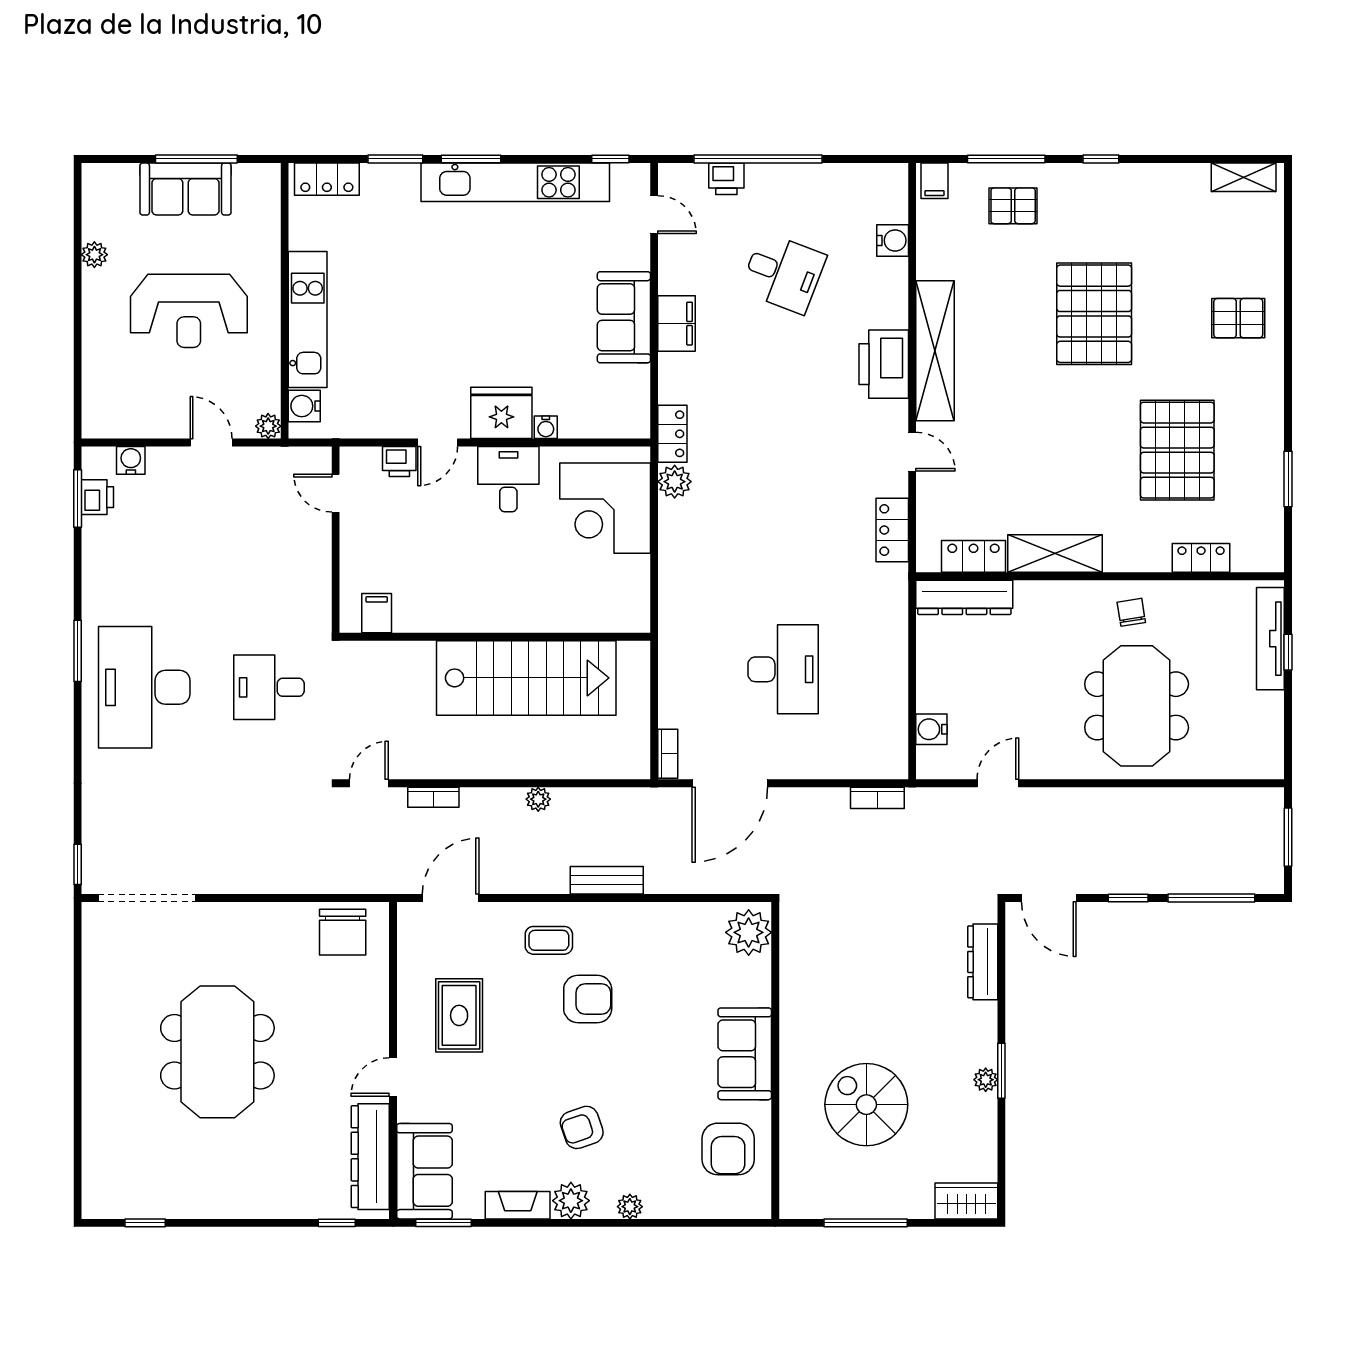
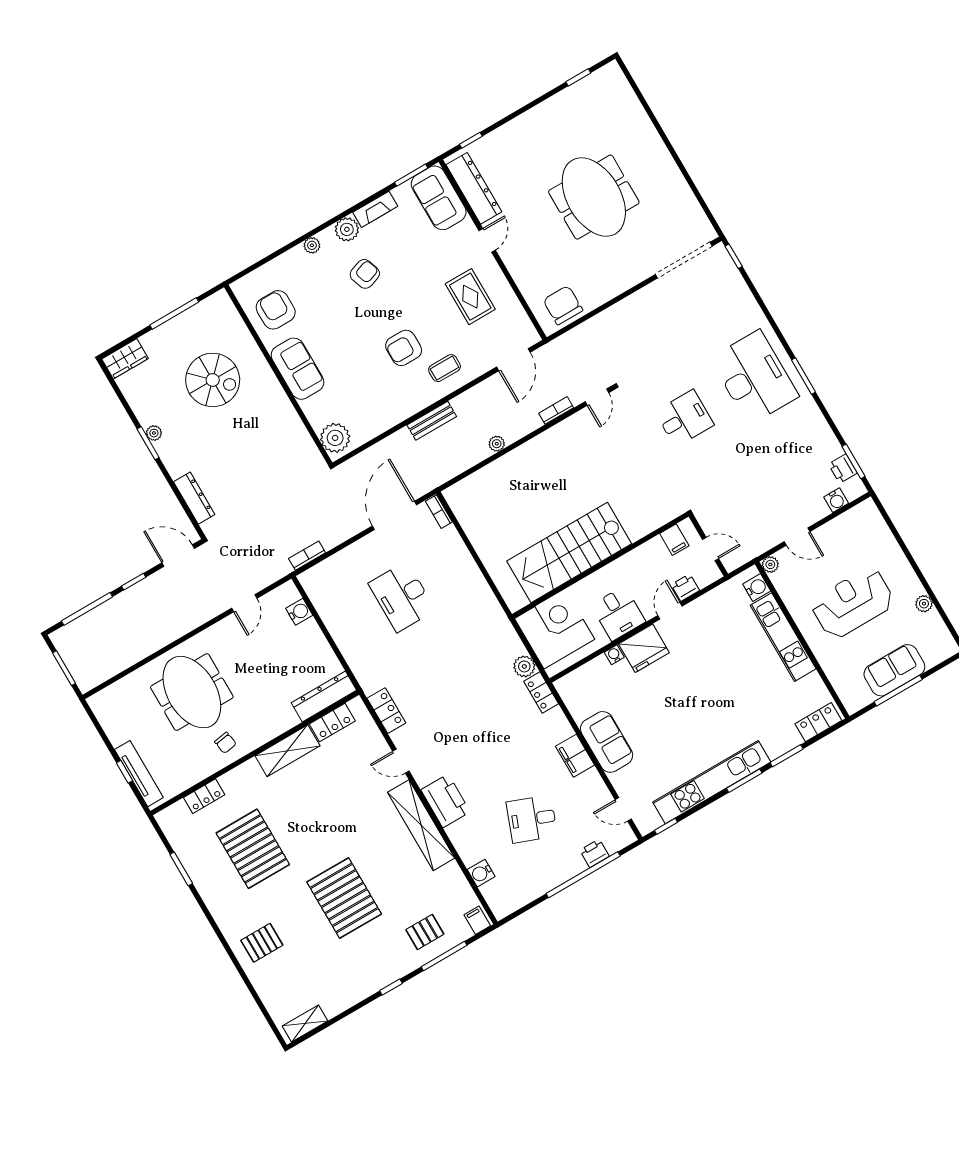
filing cabinet: (377, 613) -> (674, 540), moved
wall: (495, 637) -> (600, 565), moved
stairs: (526, 678) -> (569, 552), moved

